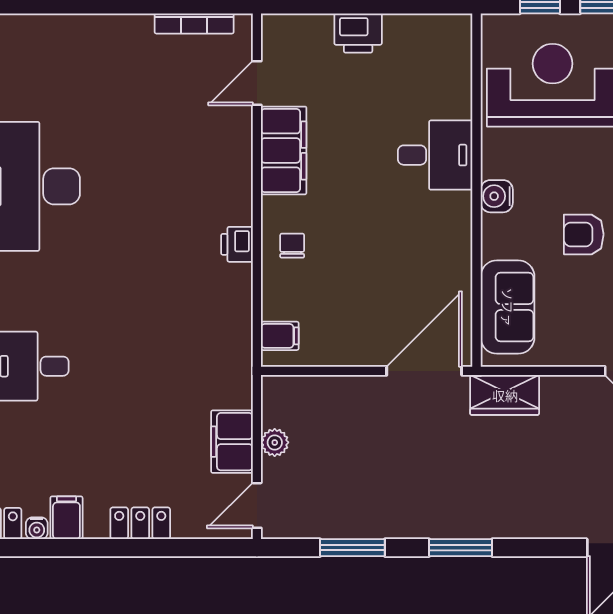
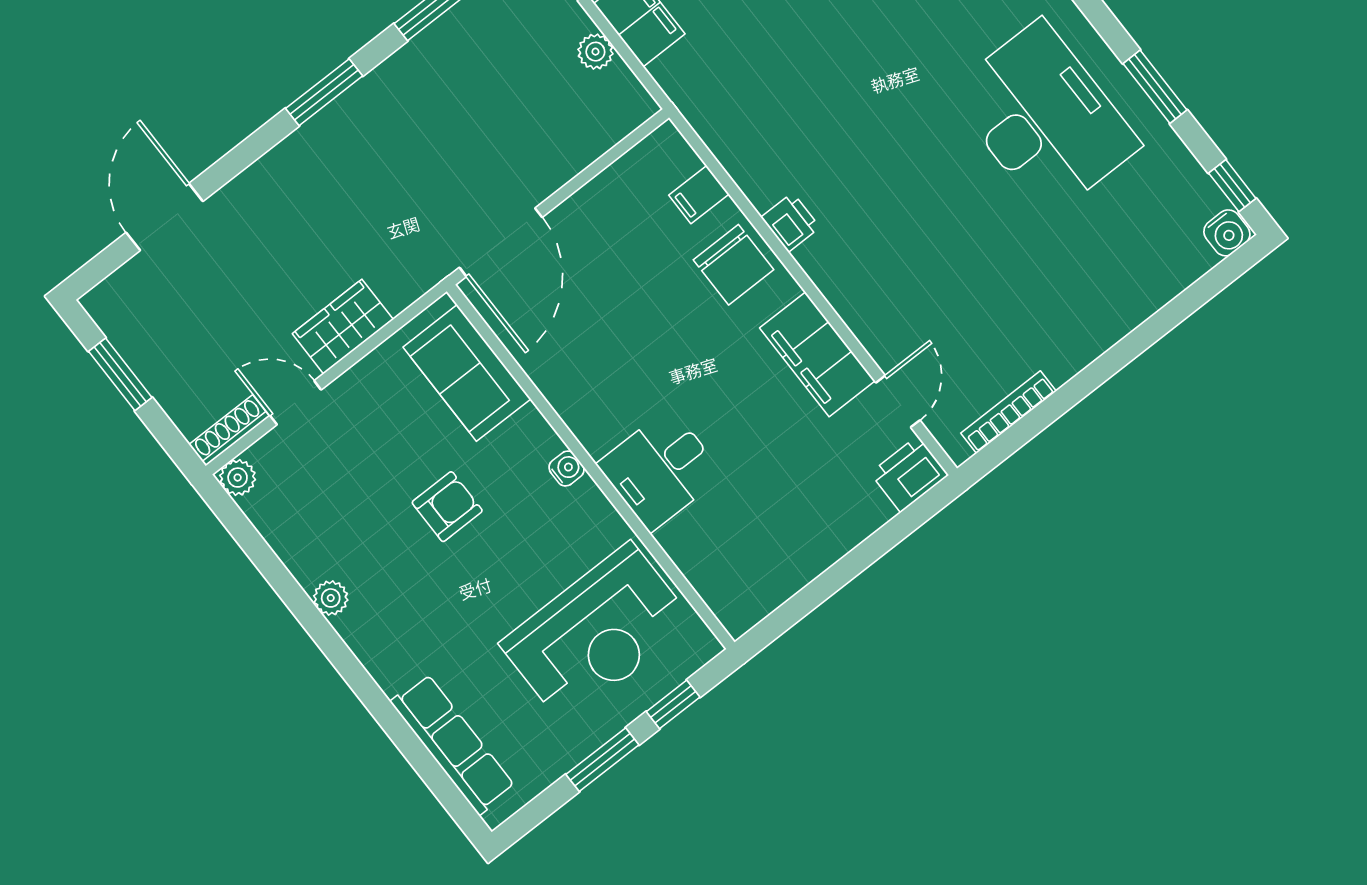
printer: (358, 33) -> (909, 474), moved
water cooler: (497, 196) -> (567, 469), width x0.72, depth x0.72
chair: (292, 246) -> (733, 265), width x1.87, depth x1.87
filing cabinet: (280, 336) -> (699, 195), moved
wardrobe: (505, 395) -> (343, 327), moved

